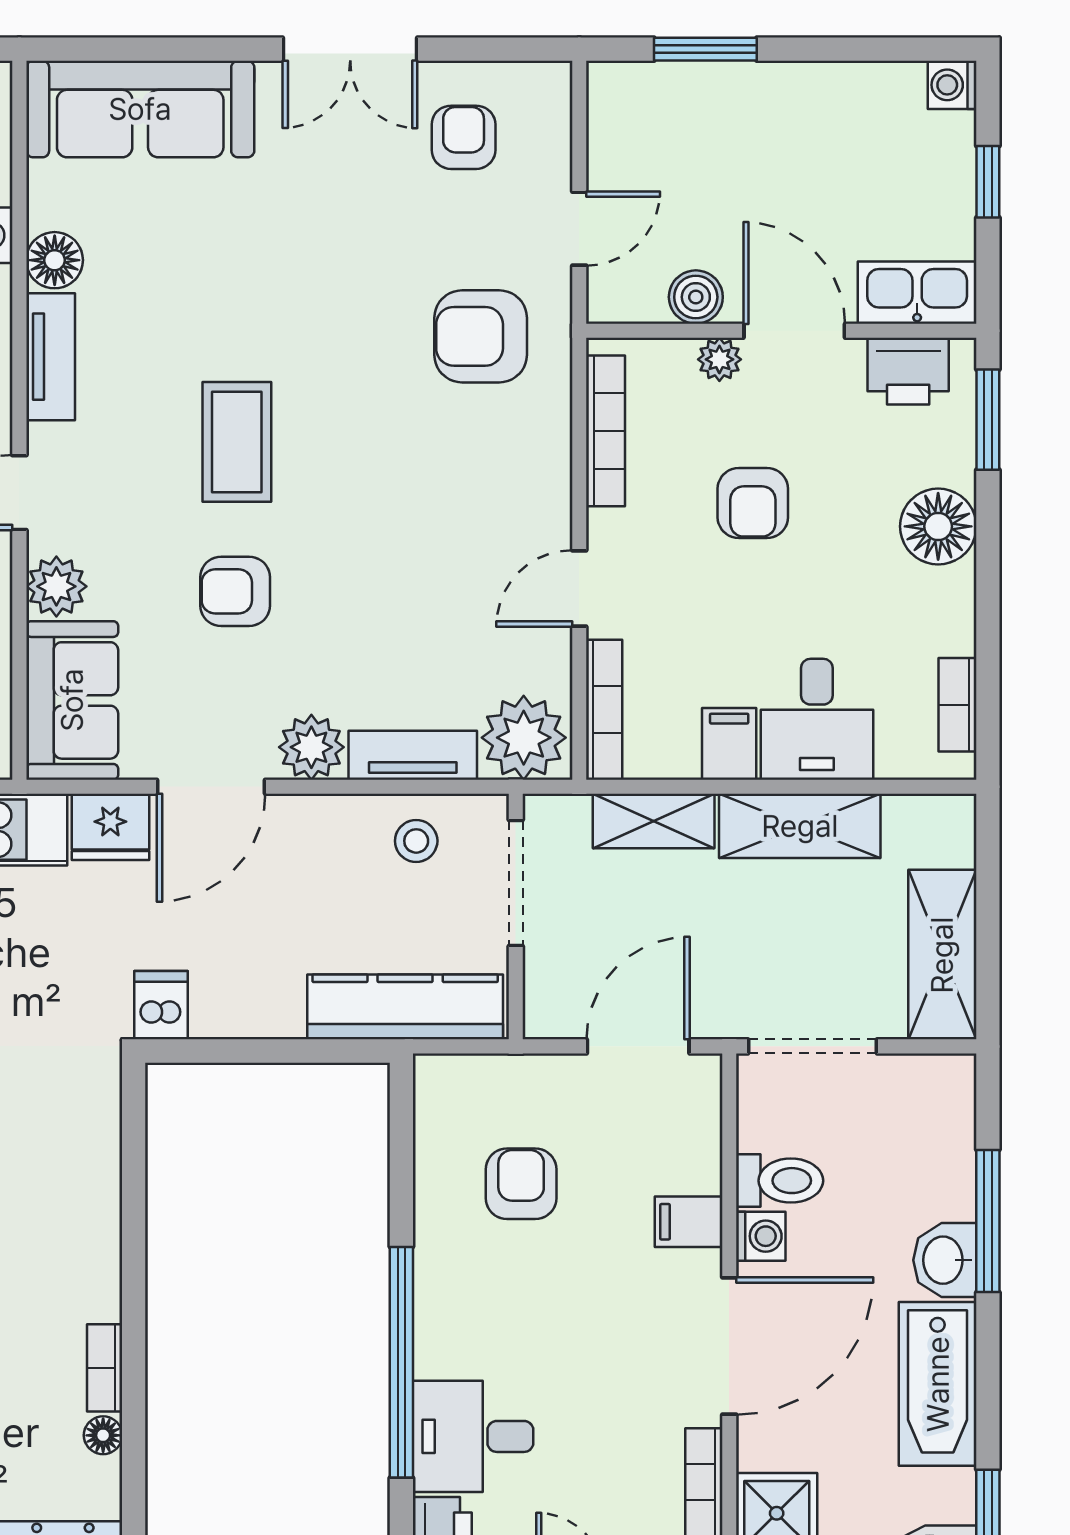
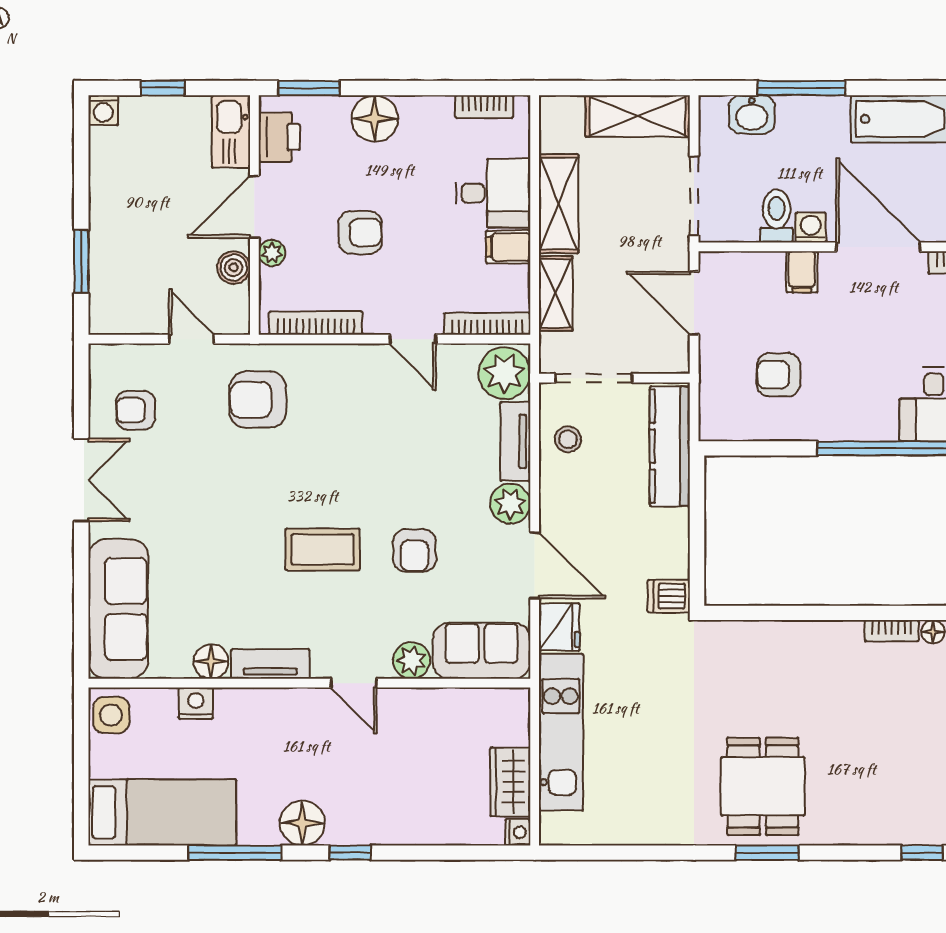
armchair: (481, 336) -> (258, 400), turned 90
washbasin: (945, 1260) -> (752, 114), moved

